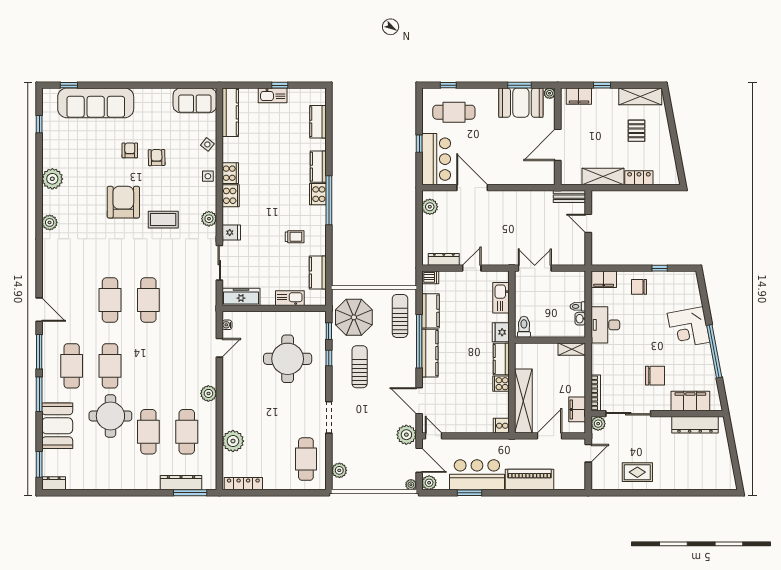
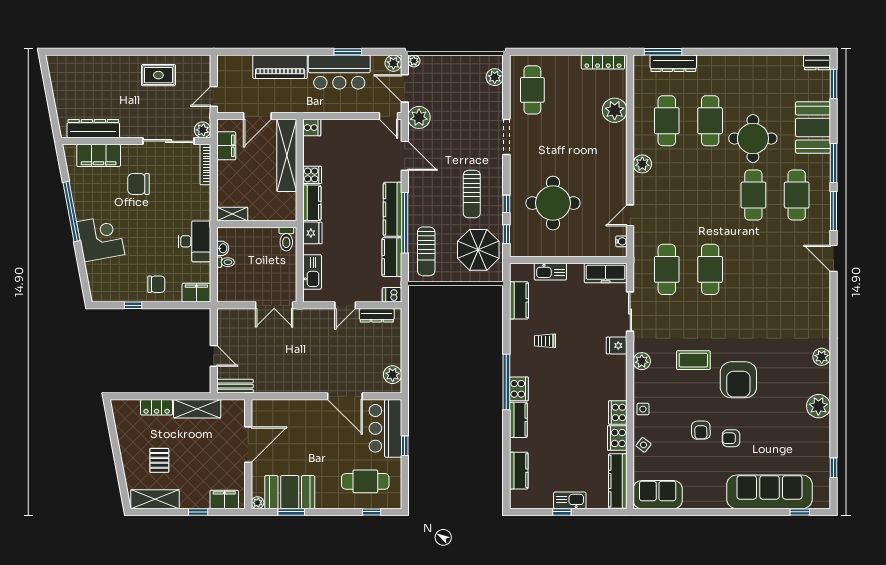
armchair: (130, 150) -> (731, 438), turned 90
cooker: (231, 196) -> (617, 438), moved
cafe table: (110, 300) -> (667, 269), moved

